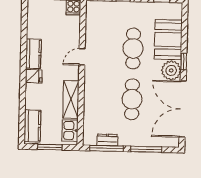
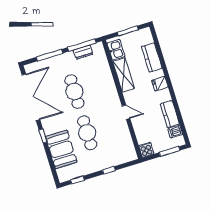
dishwasher: (34, 17) -> (175, 132), added
kitchen counter: (33, 54) -> (170, 114), moved
door: (82, 57) -> (126, 112), hinge flipped
plant: (171, 70) -> (51, 125), removed
kitchen counter: (32, 126) -> (152, 57), moved

